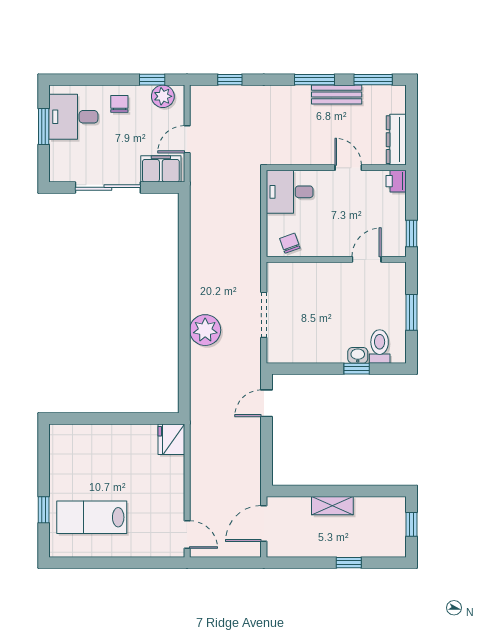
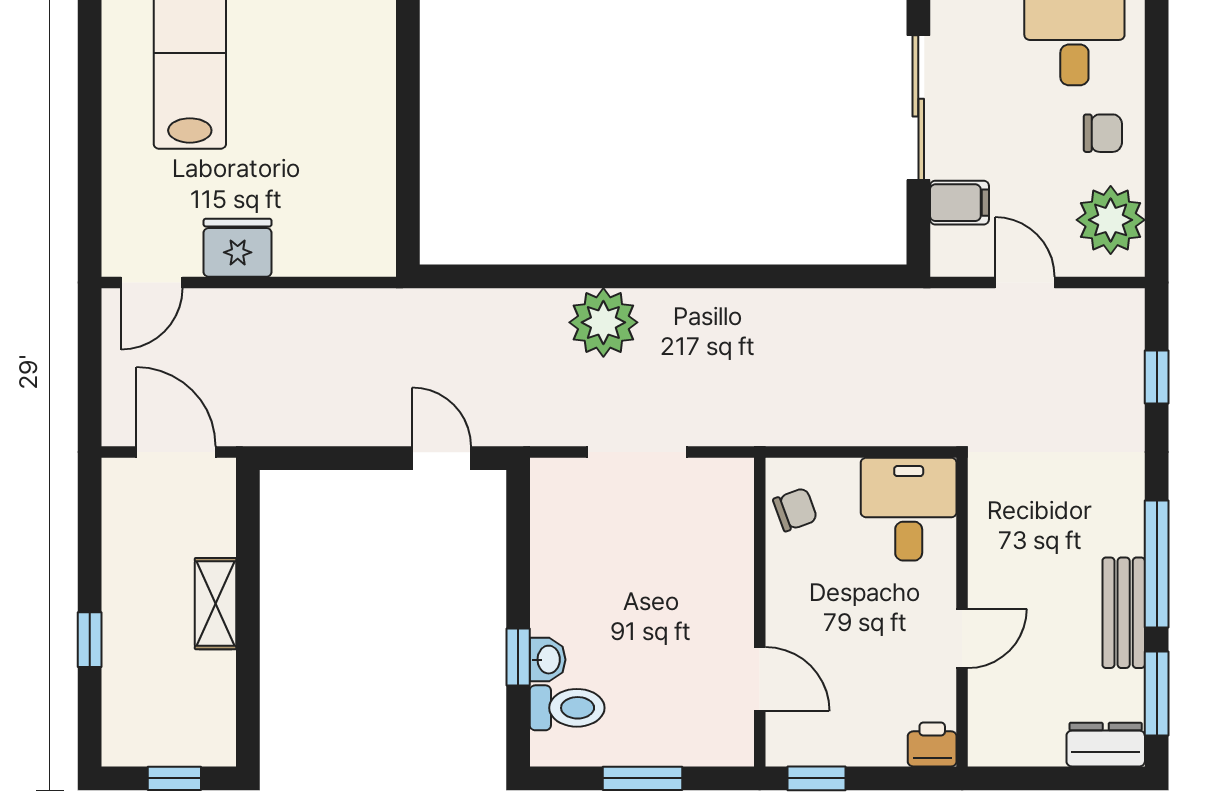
window: (152, 80) -> (1157, 206), removed
window: (315, 80) -> (1157, 564), width x1.44
plant: (163, 96) -> (1111, 220), width x1.36, depth x1.36
dresser: (396, 140) -> (1106, 745), moved, width x0.70
filing cabinet: (161, 169) -> (959, 203), width x0.50
fridge: (171, 439) -> (238, 248), moved

